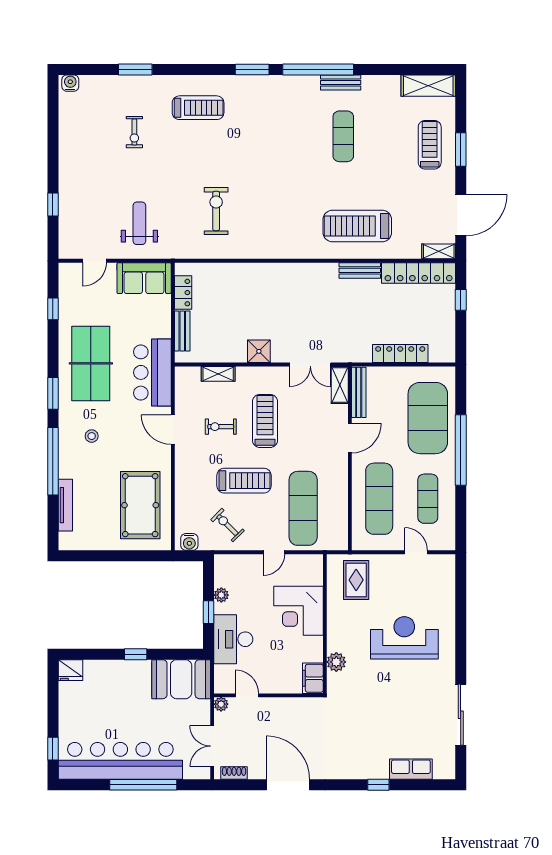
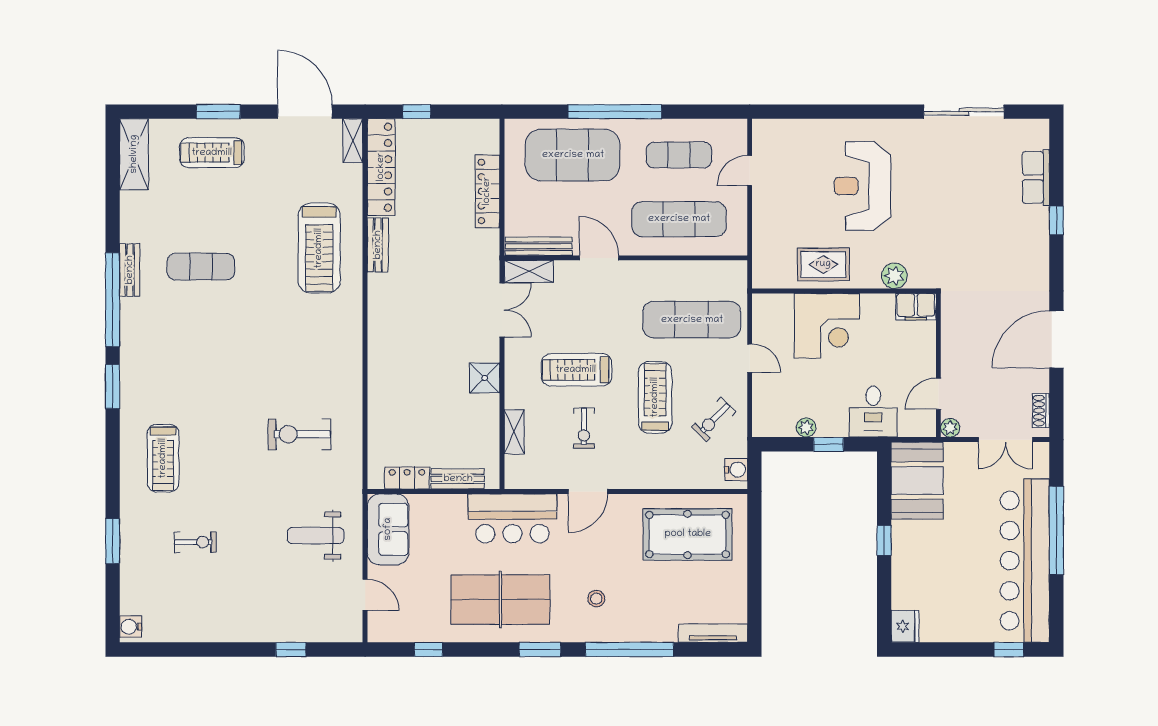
treadmill: (198, 108) -> (163, 458), turned 180
tv unit: (65, 505) -> (713, 633), moved
rug: (356, 580) -> (823, 264), moved
desk: (233, 639) -> (873, 412), width x0.73

